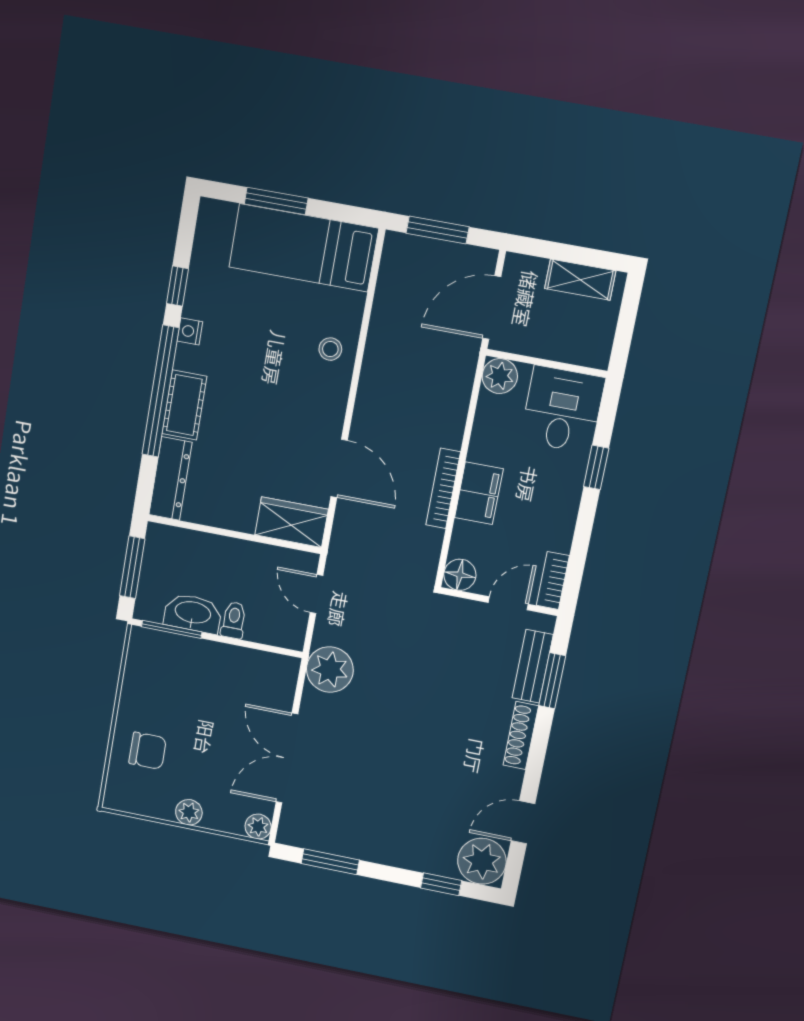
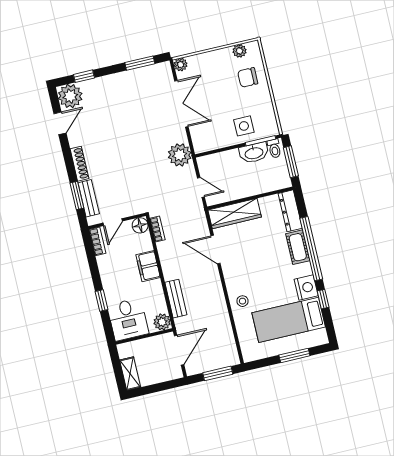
bed: (304, 248) -> (289, 320), moved, turned 180
shelving: (580, 280) -> (130, 374), moved, turned 90
nightstand: (190, 331) -> (306, 287), width x1.89, depth x1.79
bench: (454, 409) -> (176, 299), added
bookcase: (443, 488) -> (157, 229), moved, width x0.64
wardrobe: (292, 522) -> (235, 214), width x1.50
toilet: (234, 620) -> (274, 148), moved
side table: (191, 669) -> (244, 126), added
plant: (189, 812) -> (240, 51), moved

